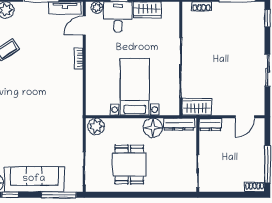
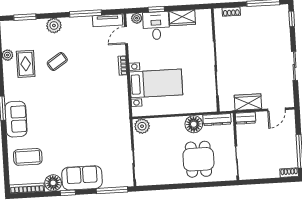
bed with nightstands: (135, 87) -> (156, 83), moved, turned 90
wardrobe: (197, 107) -> (248, 102), moved
dining table: (129, 164) -> (198, 159), moved
sofa: (34, 179) -> (82, 178), width x0.73

